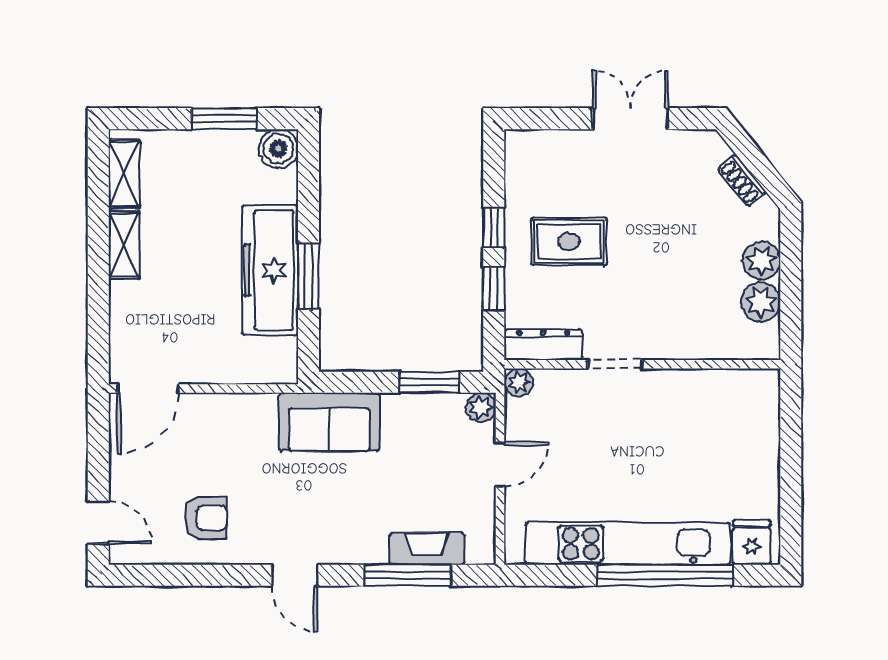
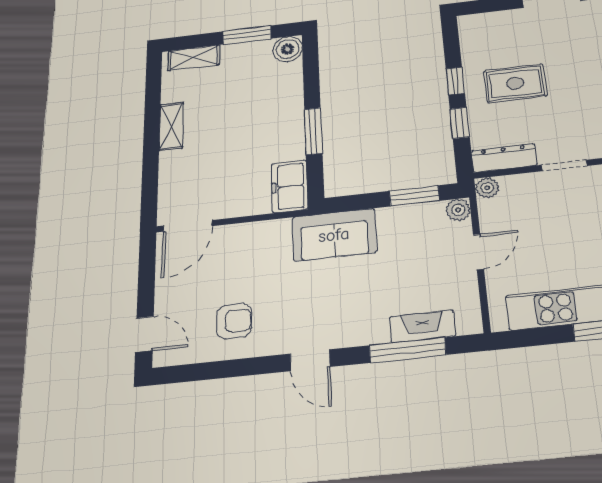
shelving: (124, 174) -> (194, 58), moved, turned 90
freezer: (270, 270) -> (289, 186), moved, width x0.52, depth x0.79

